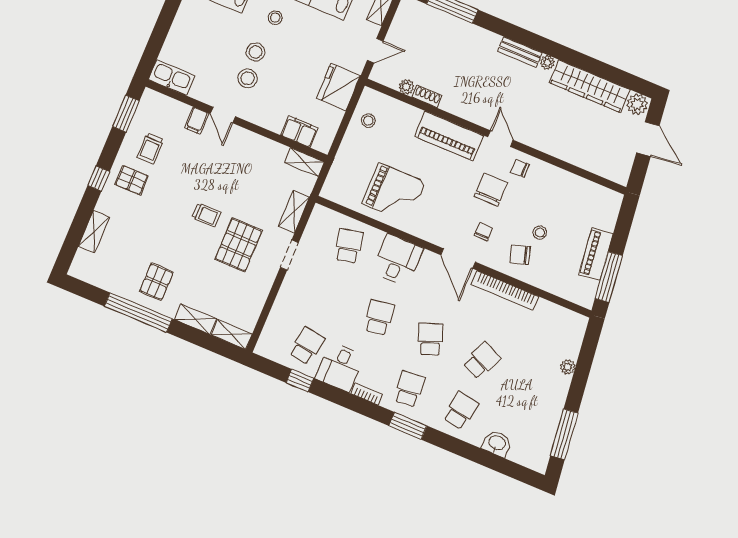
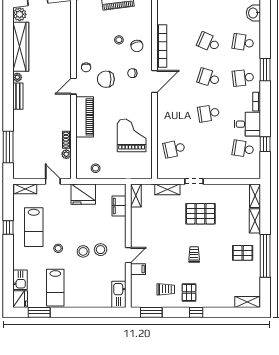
trolley: (206, 215) -> (194, 255), moved
shelving: (94, 232) -> (247, 302), moved
desk: (397, 260) -> (170, 117), removed
school desk: (430, 339) -> (209, 78), turned 39

